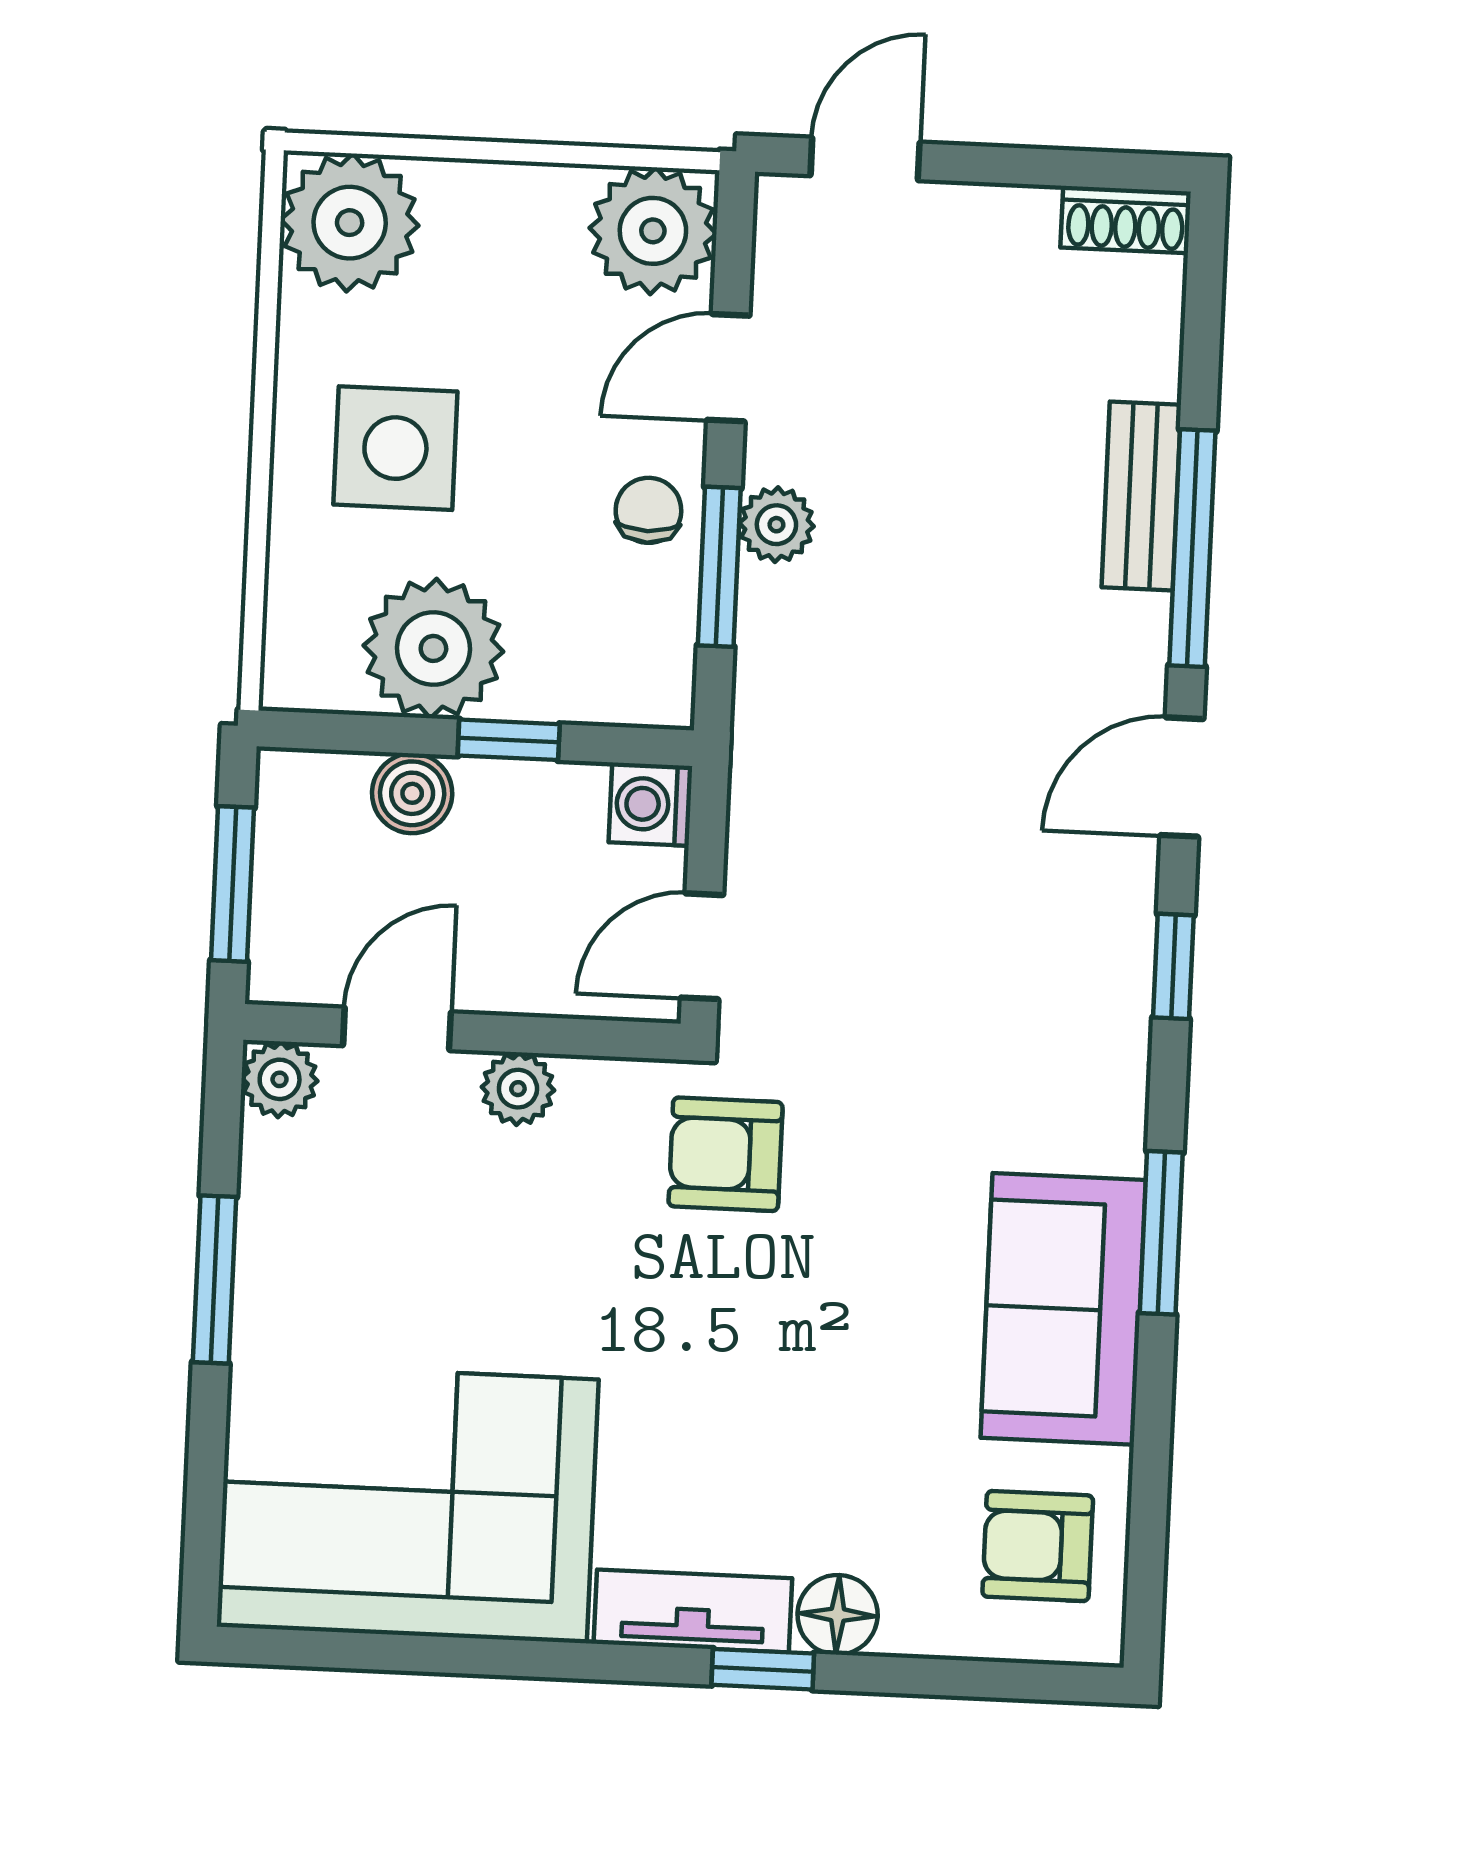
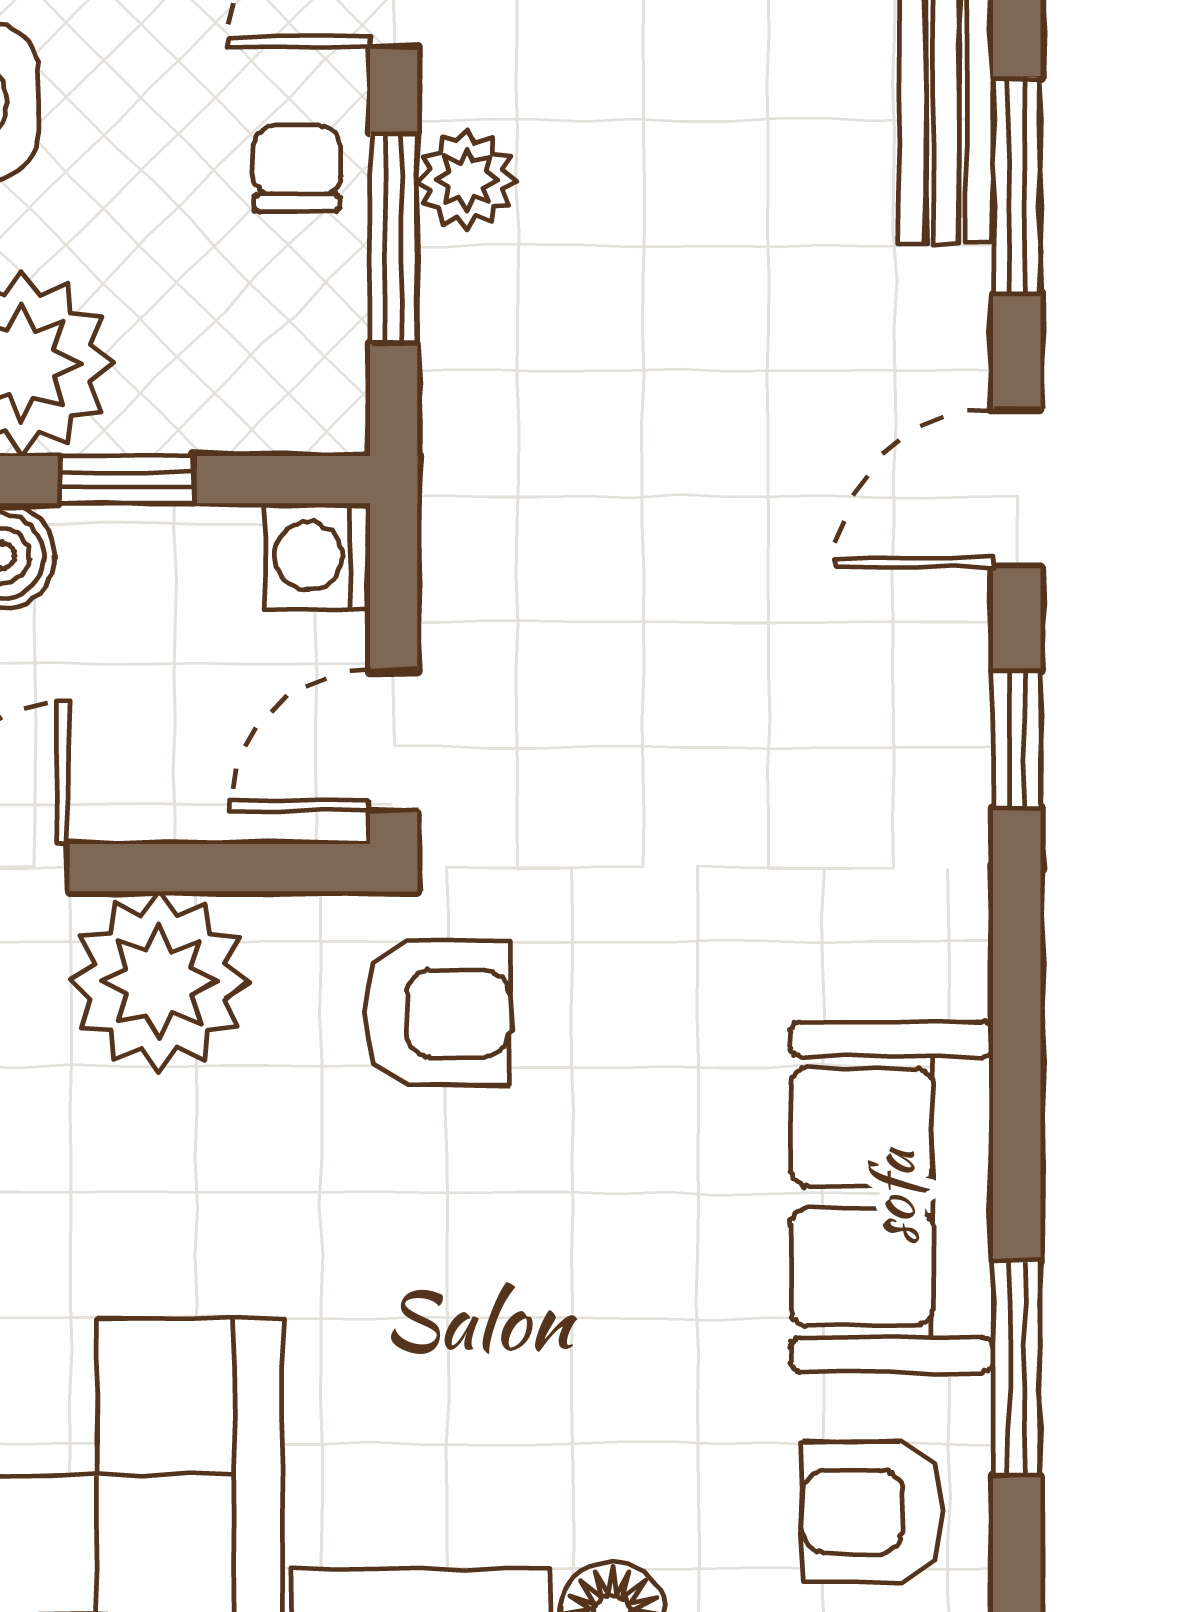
window: (1192, 548) -> (1017, 186), width x0.69
plant: (518, 1089) -> (159, 981), width x1.88, depth x1.88
armchair: (726, 1154) -> (437, 1013), turned 180
window: (1161, 1233) -> (1017, 1368), moved

